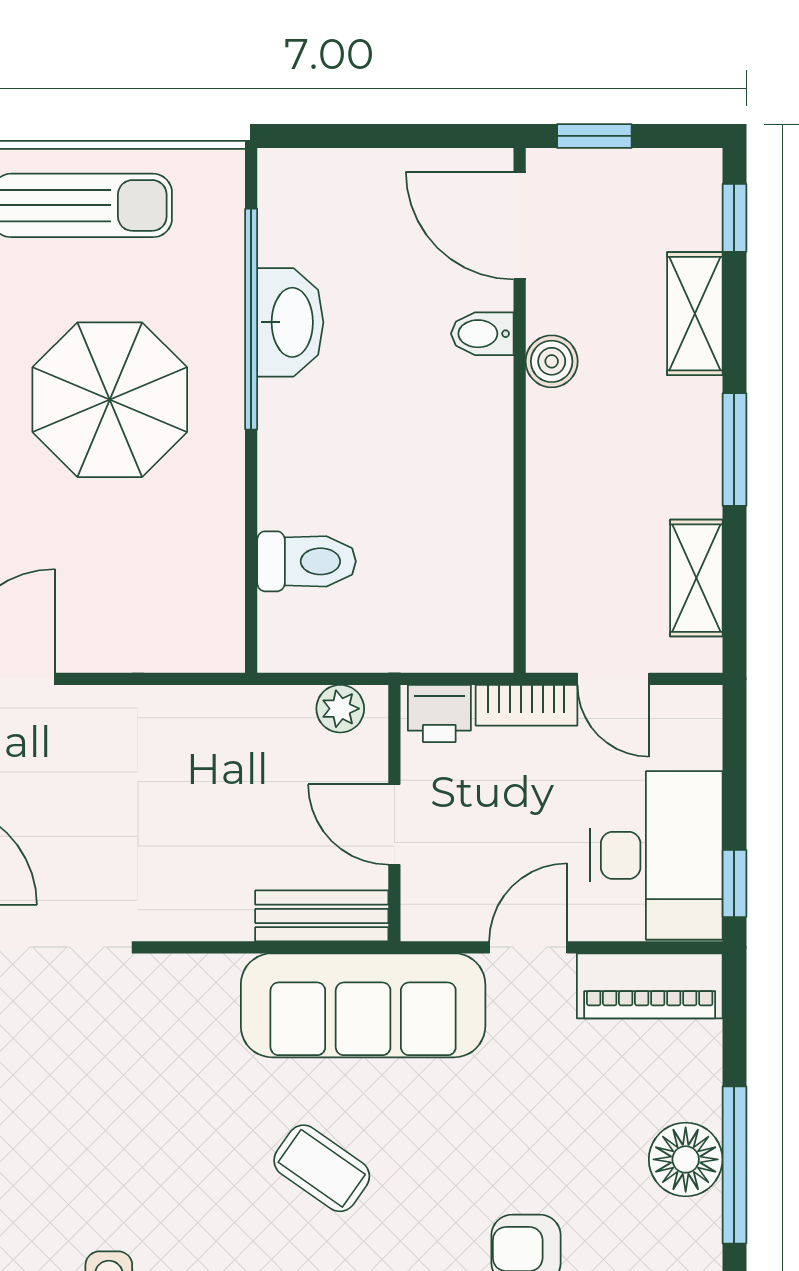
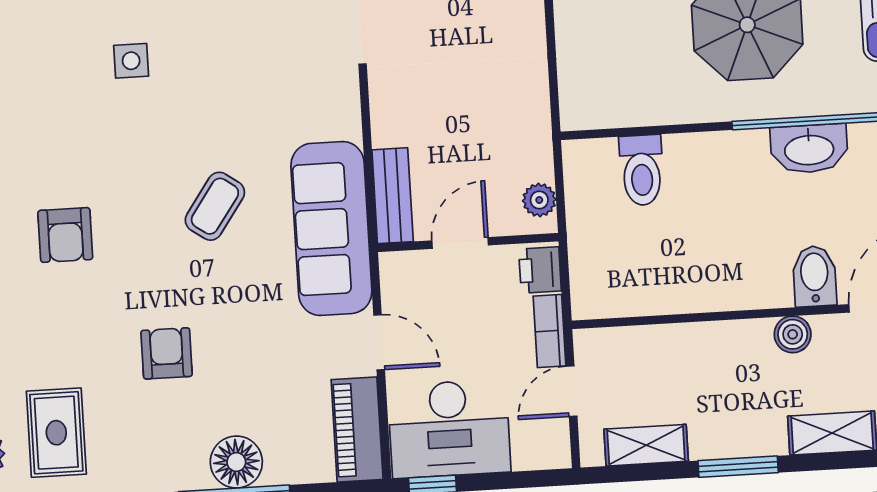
bidet: (482, 334) -> (814, 276), width x1.38, depth x1.36

